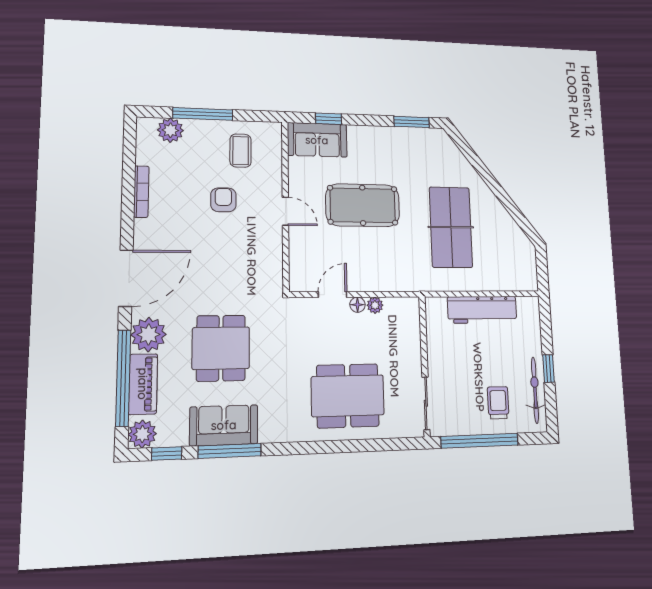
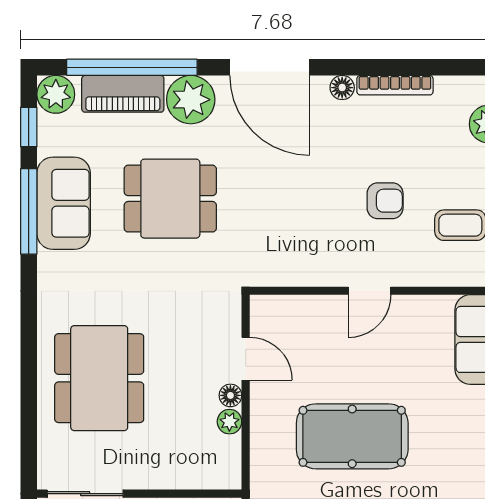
pool table: (363, 205) -> (352, 436), moved, turned 90
floor lamp: (142, 228) -> (342, 88), added

